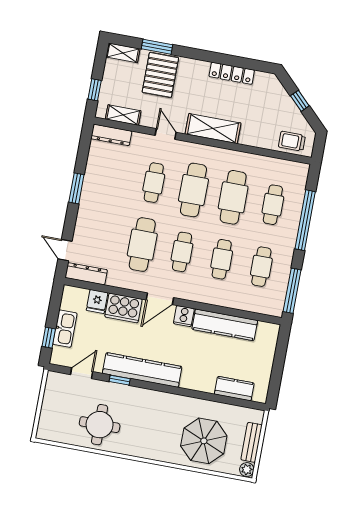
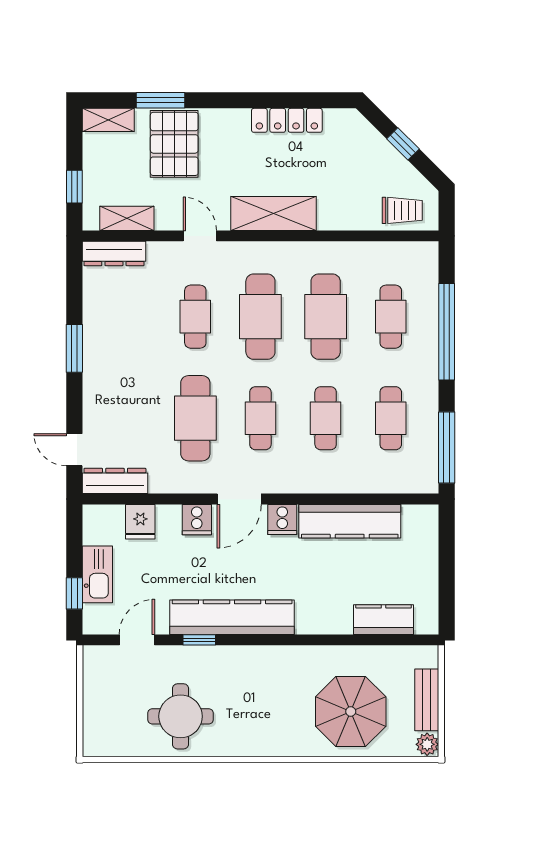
trolley: (292, 141) -> (402, 210), turned 180
cooker: (123, 308) -> (197, 520), width x0.53, depth x0.76

